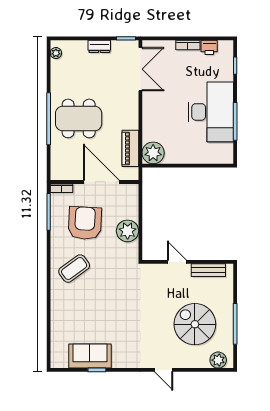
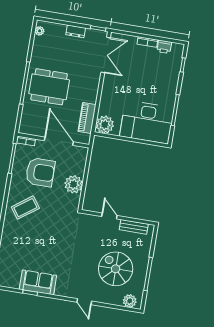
desk: (211, 112) -> (147, 122), moved, turned 90
armchair: (85, 223) -> (40, 172), turned 87
sofa: (90, 356) -> (38, 282), moved

